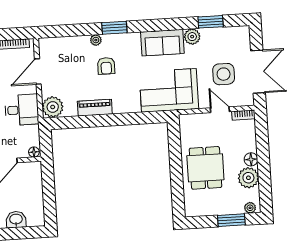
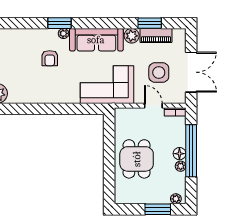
plant: (96, 40) -> (63, 33), moved
sofa: (162, 43) -> (96, 40), width x1.36
piano: (95, 108) -> (156, 35), moved, turned 180
window: (263, 155) -> (191, 151), added
plant: (248, 178) -> (181, 166), width x0.53, depth x0.53

